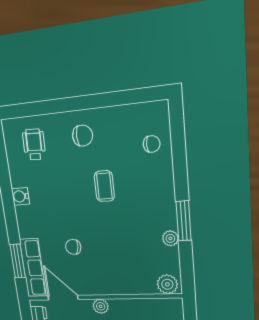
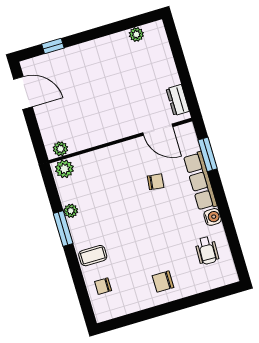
wheelchair: (34, 144) -> (207, 251), moved
coffee table: (104, 186) -> (93, 256), moved, turned 90
row of seats: (33, 268) -> (200, 181), moved
plant: (101, 306) -> (60, 149), moved

